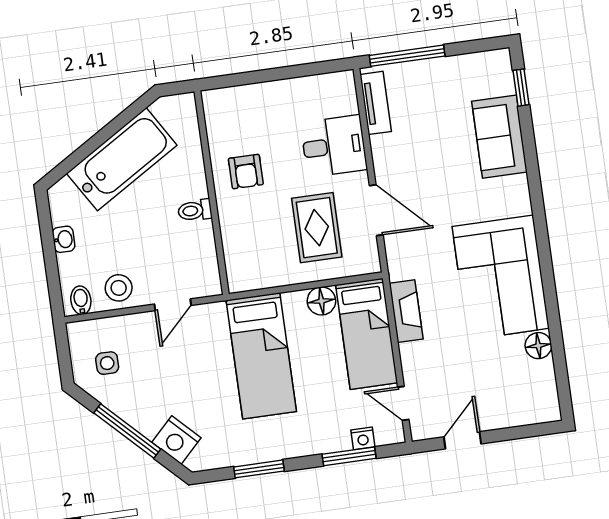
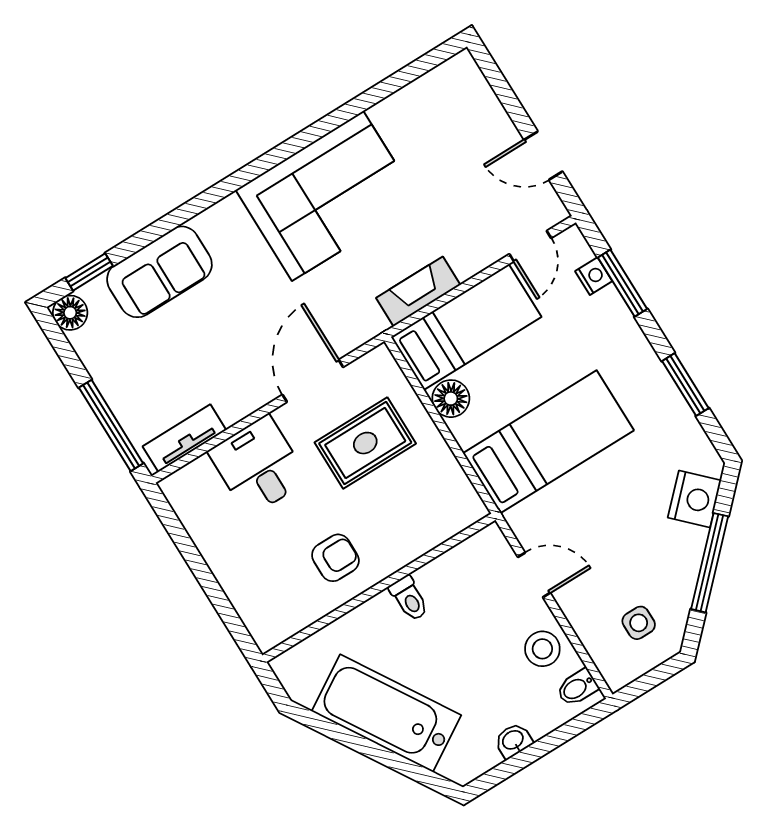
floor lamp: (538, 346) -> (70, 313), moved

